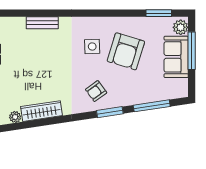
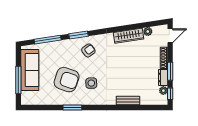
window: (159, 13) -> (72, 108), moved
plant: (181, 27) -> (26, 97), removed
armchair: (126, 51) -> (67, 80), turned 92
sofa: (176, 57) -> (30, 70), width x1.36

